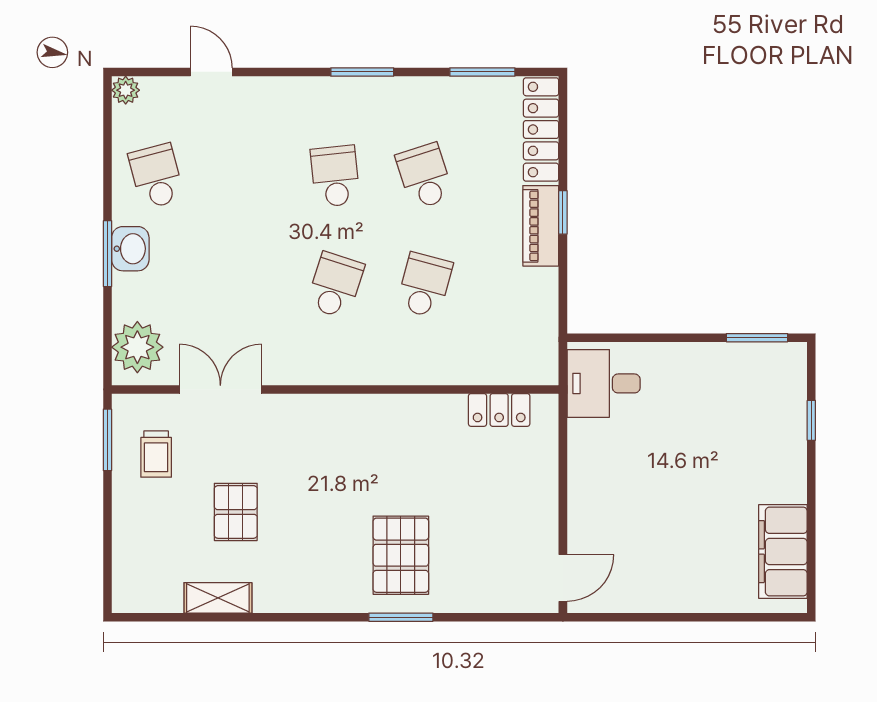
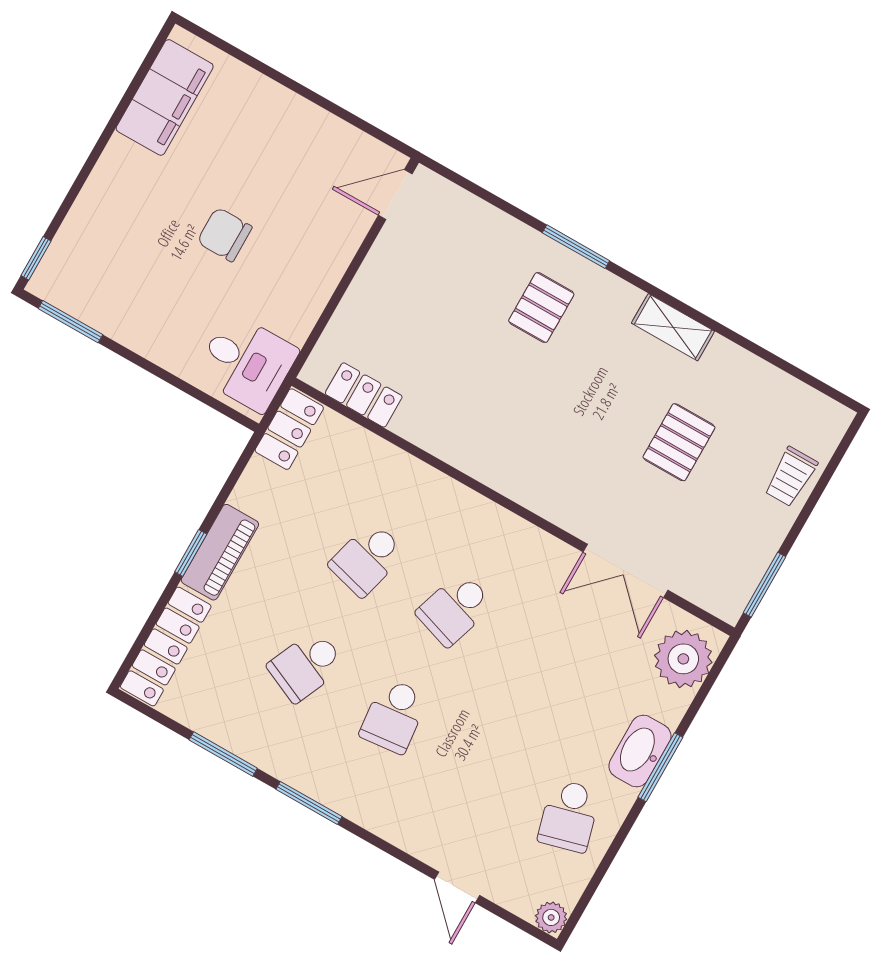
window: (482, 72) -> (223, 754), moved
school desk: (425, 176) -> (306, 666), turned 42
washbasin: (130, 249) -> (640, 751), width x1.38
locker: (541, 351) -> (289, 429), added
window: (811, 420) -> (36, 258), moved
trolley: (156, 454) -> (791, 477), moved, turned 180
chair: (677, 472) -> (225, 235), added
pallet: (401, 555) -> (541, 307), width x0.67, depth x0.71
shelving: (218, 598) -> (673, 327), moved

